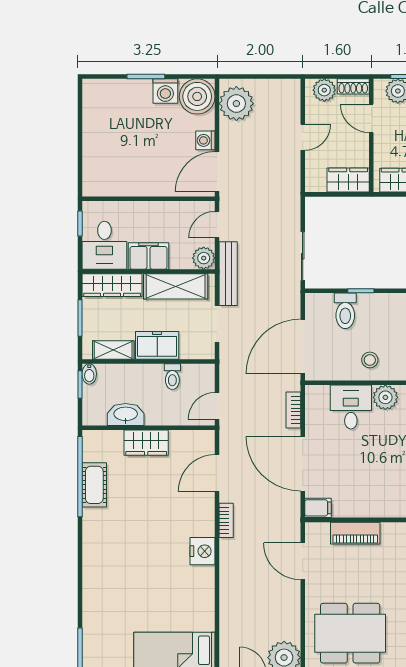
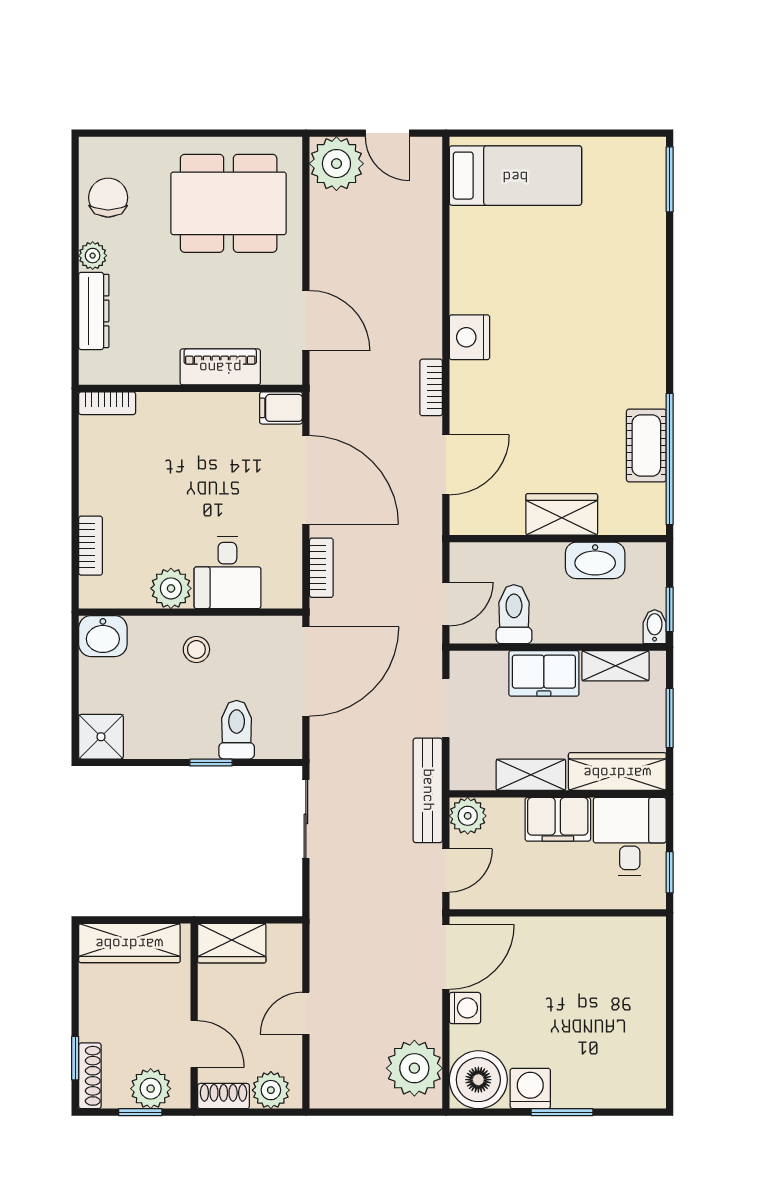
shelving: (176, 286) -> (531, 775), width x0.67, depth x0.75
toilet: (172, 377) -> (514, 614), width x1.37, depth x1.39
door: (217, 406) -> (446, 604), moved

